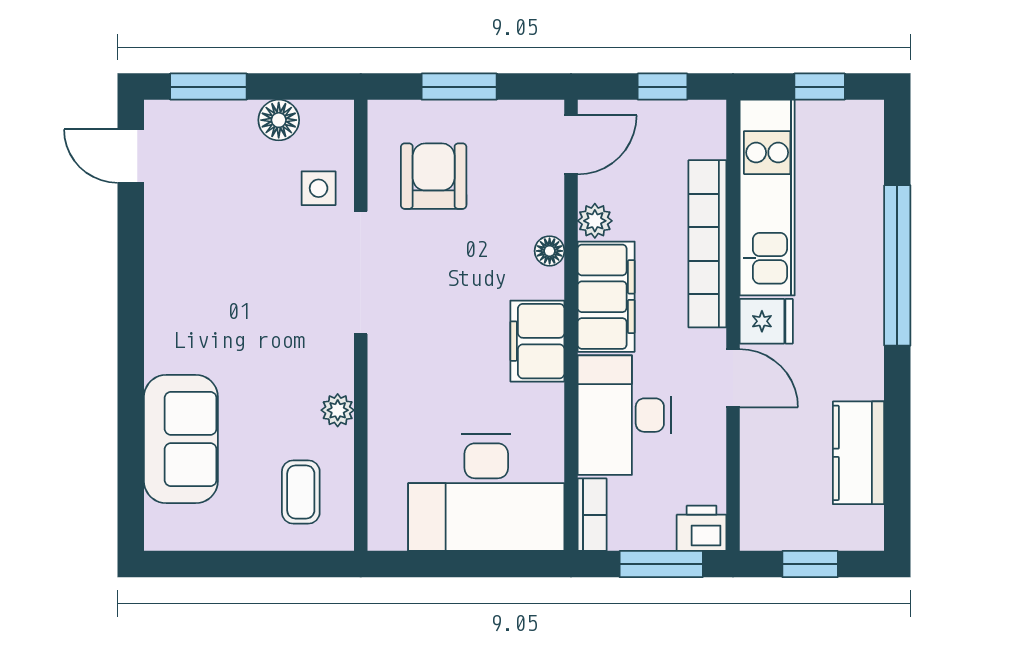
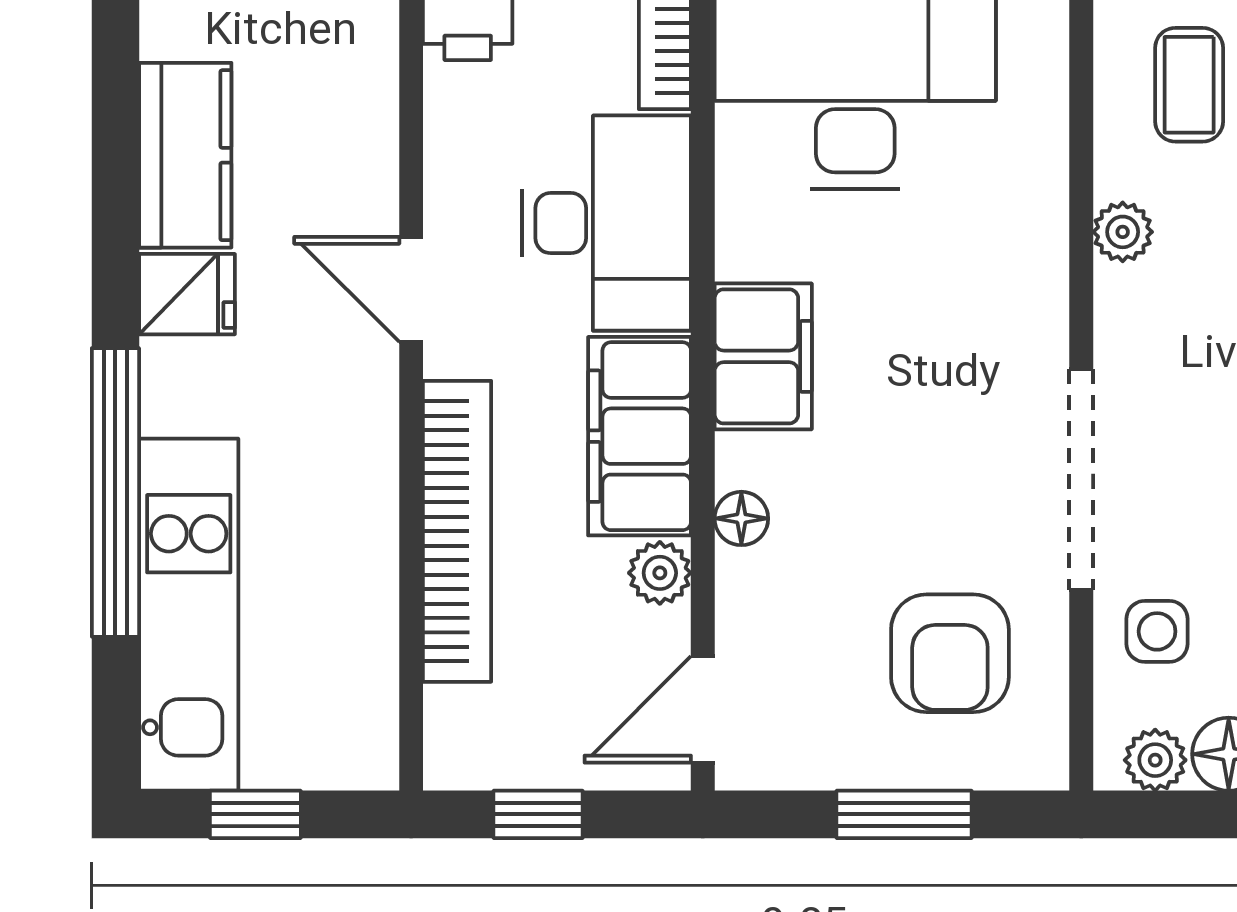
plant: (320, 117) -> (1155, 760), added
kitchen unit: (767, 198) -> (189, 615), moved, turned 180
fridge: (766, 321) -> (187, 294), moved, turned 180

